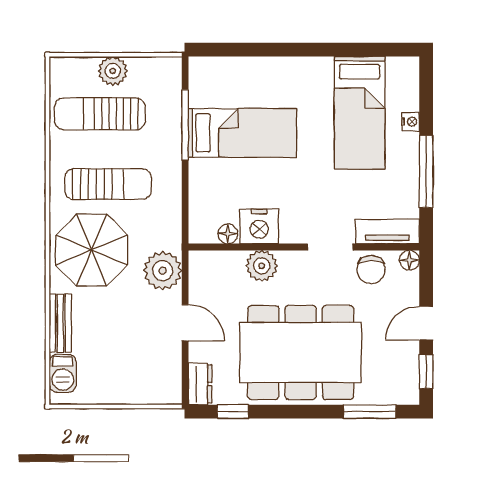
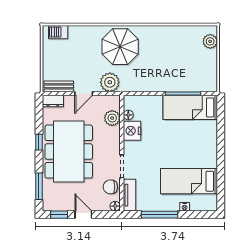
plant: (113, 71) -> (210, 41), moved
sun lounger: (100, 114) -> (189, 51), removed
bed: (242, 133) -> (190, 107), moved, turned 90
sun lounger: (108, 184) -> (153, 55), removed
plant: (262, 266) -> (112, 118), moved
bench: (60, 323) -> (59, 86), moved
window: (233, 412) -> (39, 142), moved

